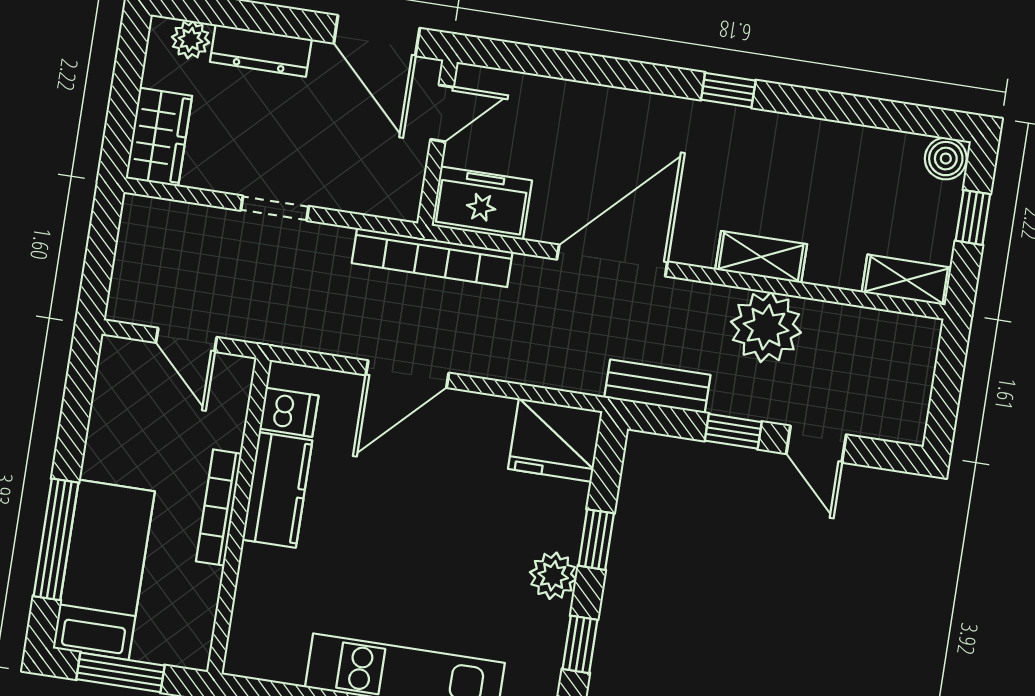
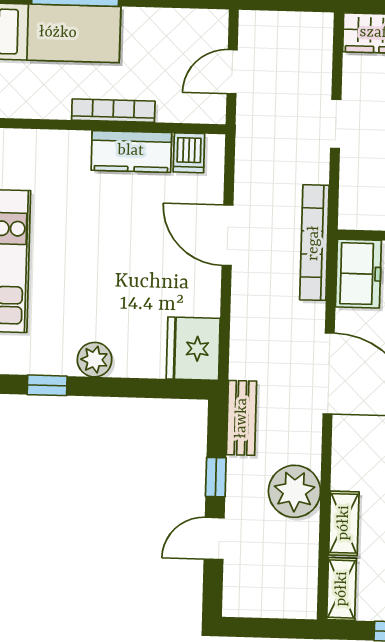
shelving: (761, 257) -> (344, 523), moved
window: (596, 540) -> (125, 388), removed

